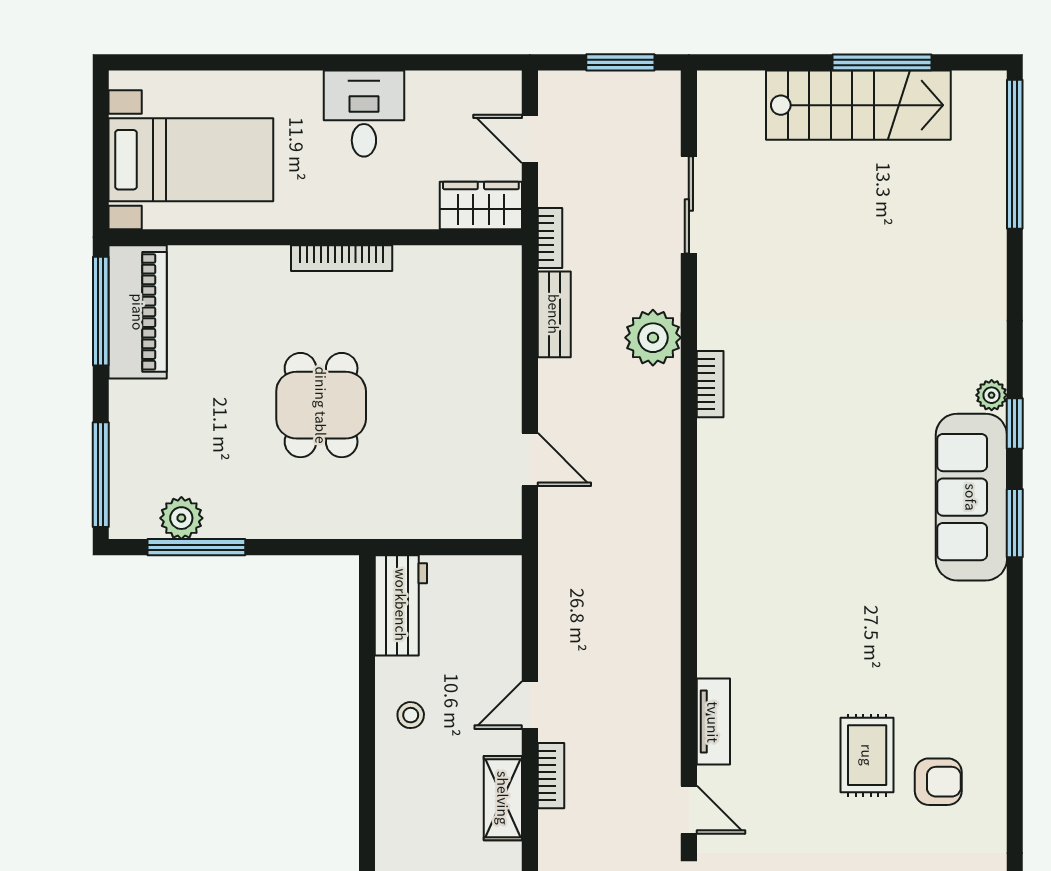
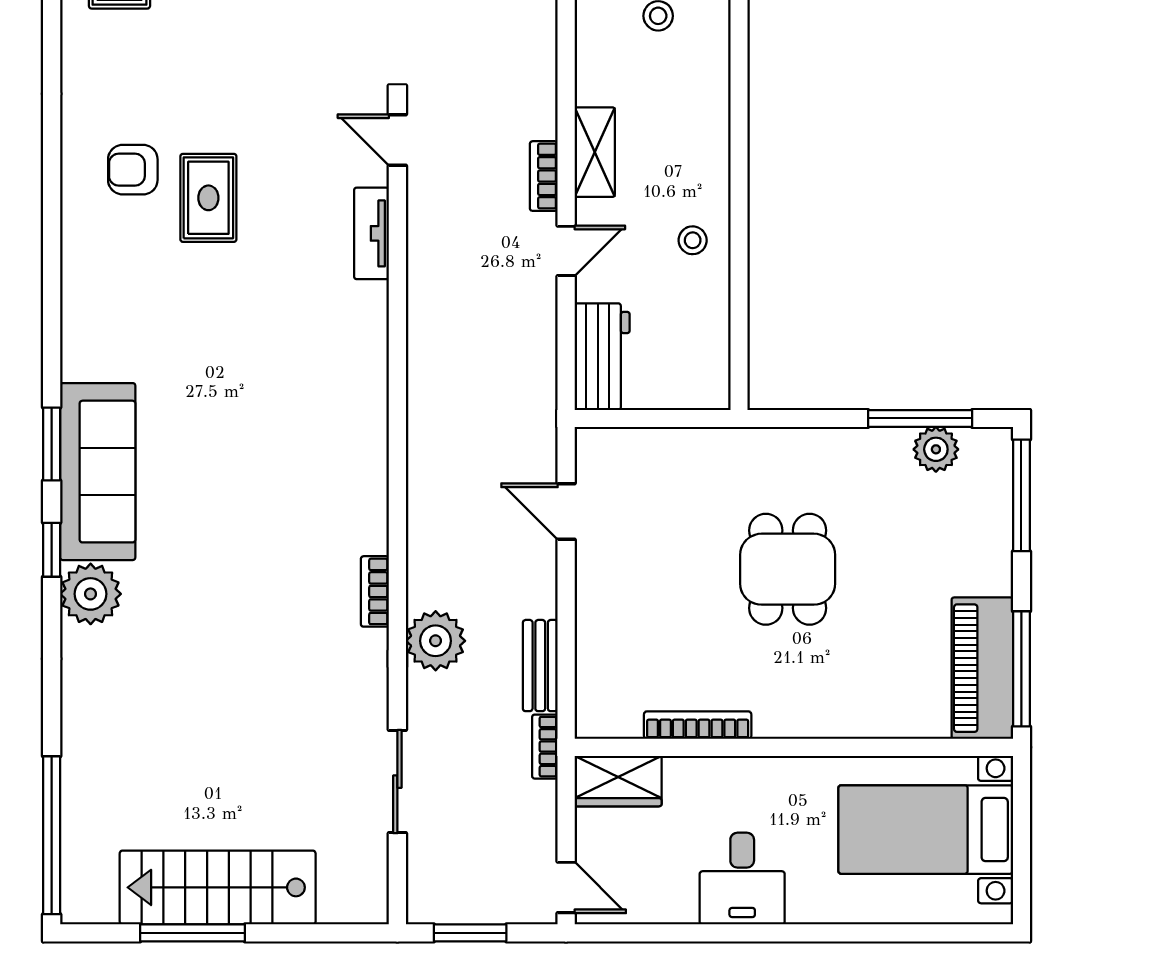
door: (530, 139) -> (566, 887), moved
bookcase: (342, 258) -> (698, 725), moved
plant: (992, 395) -> (91, 594), width x1.88, depth x1.88
workbench: (401, 605) -> (602, 357), moved, turned 180

